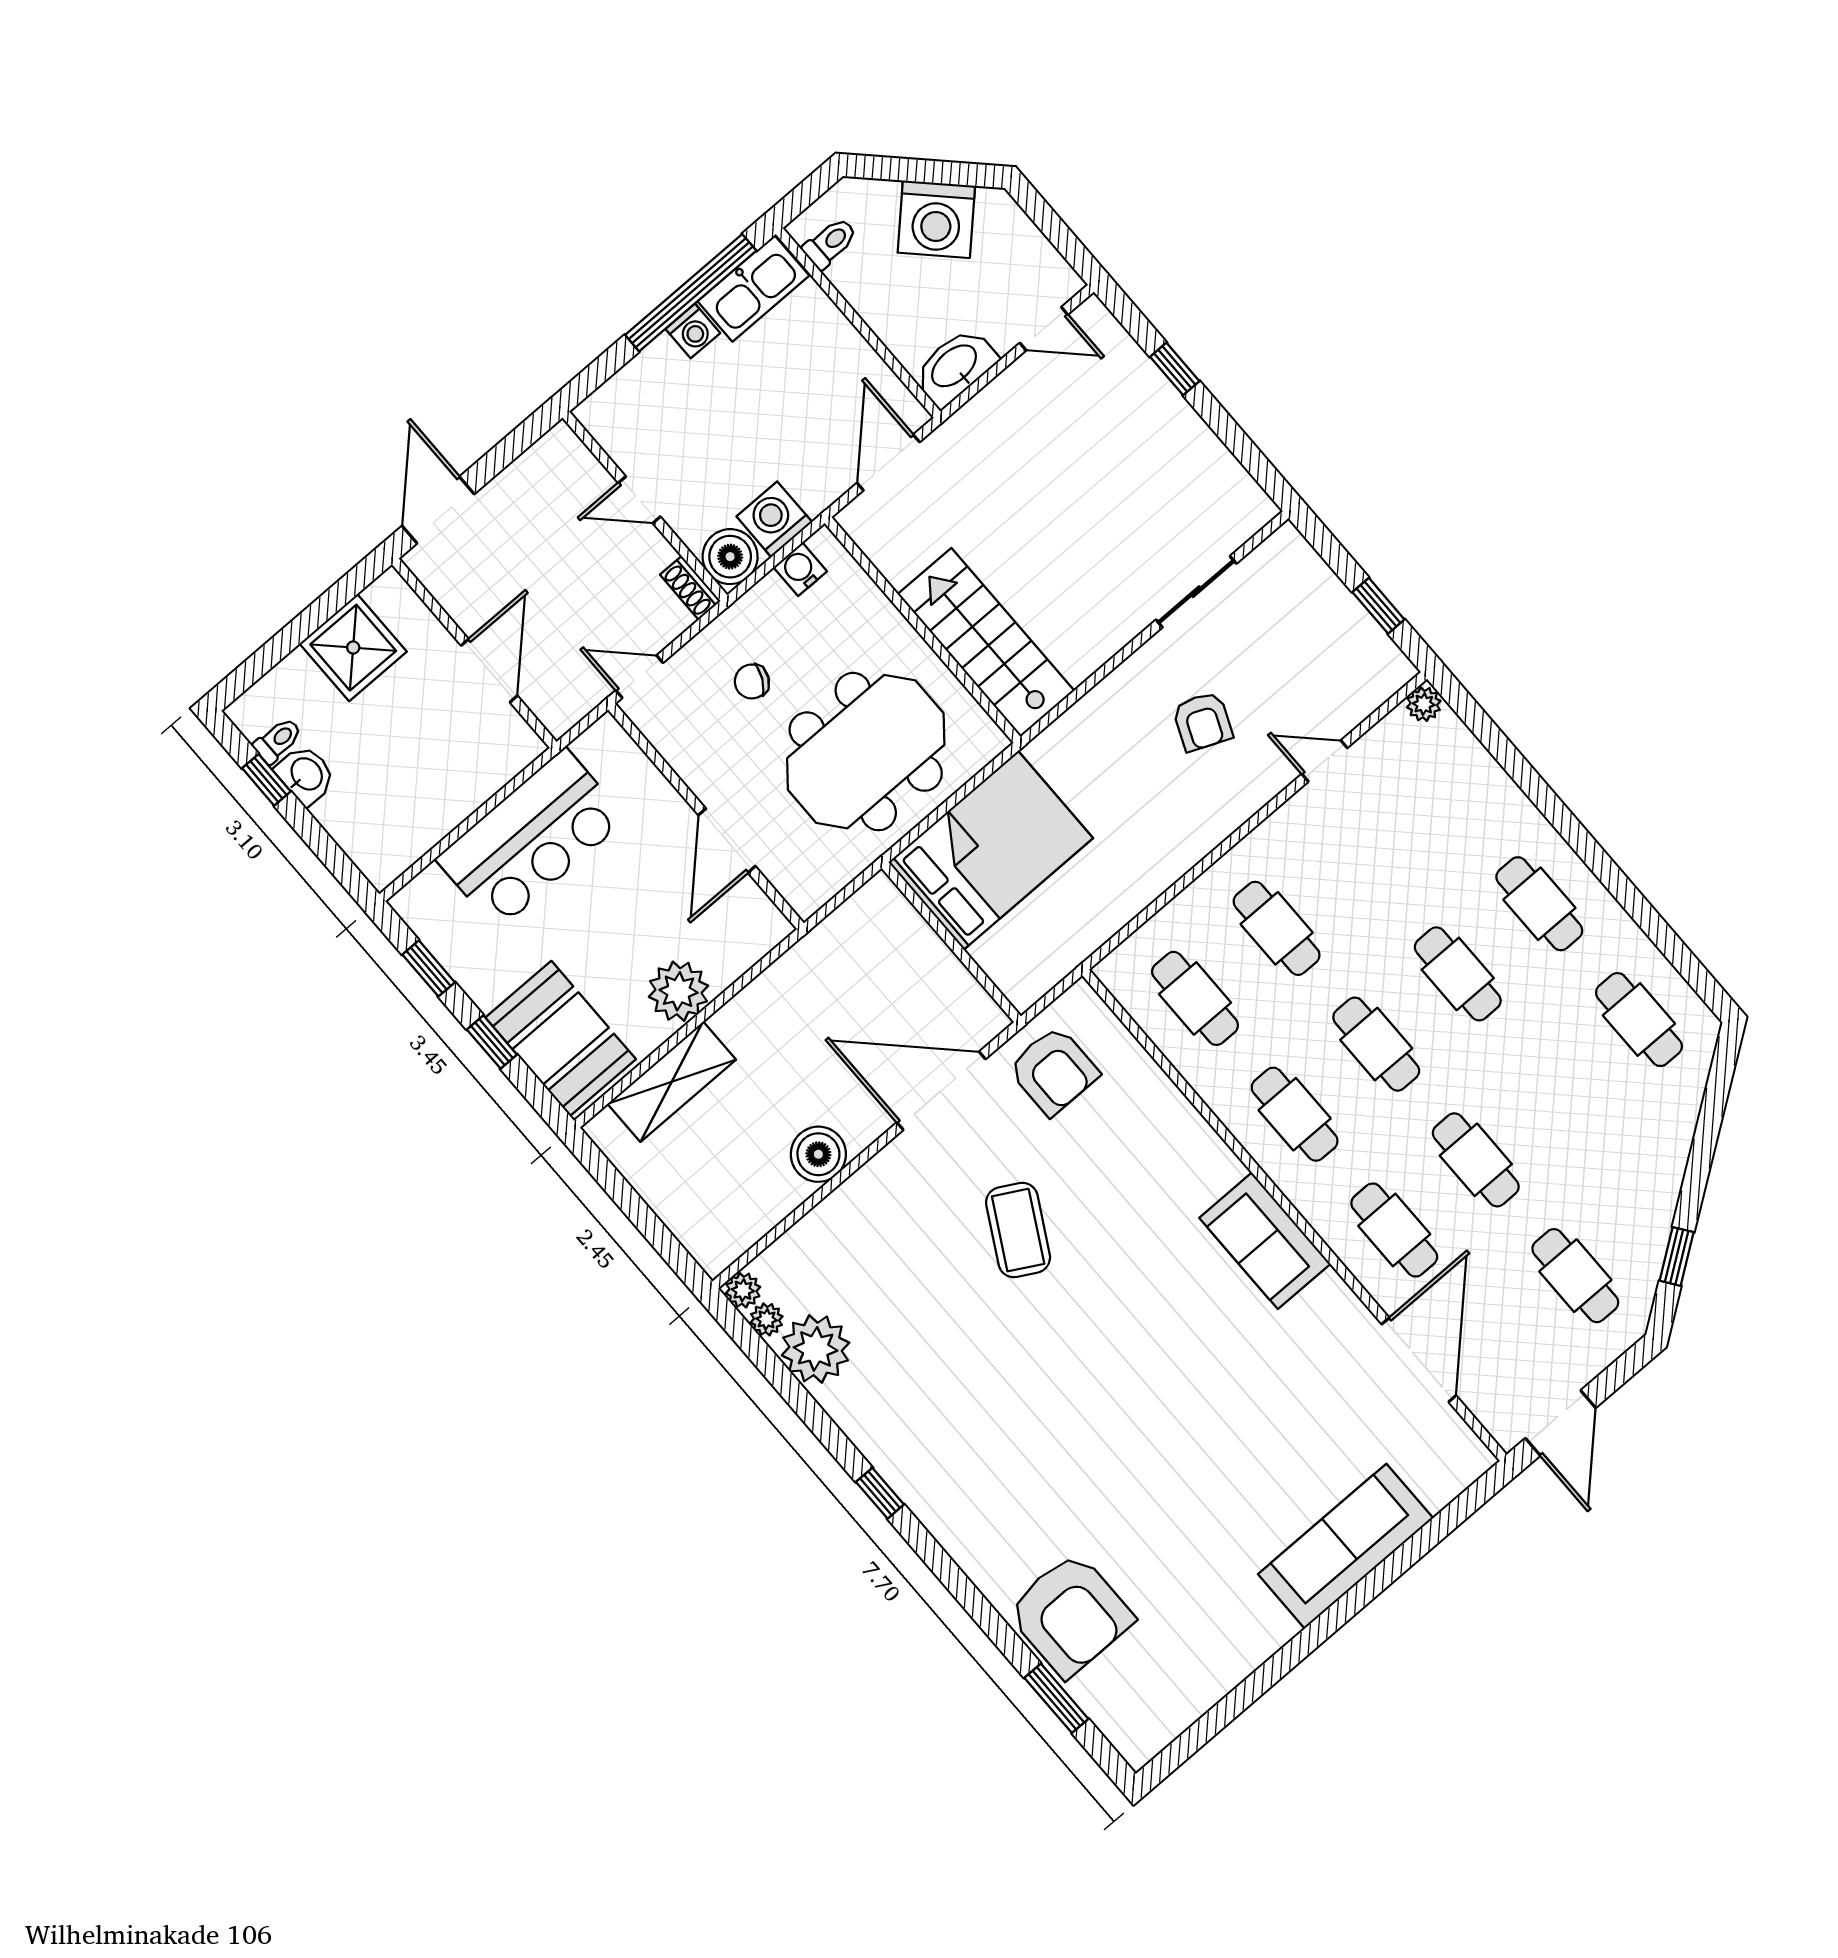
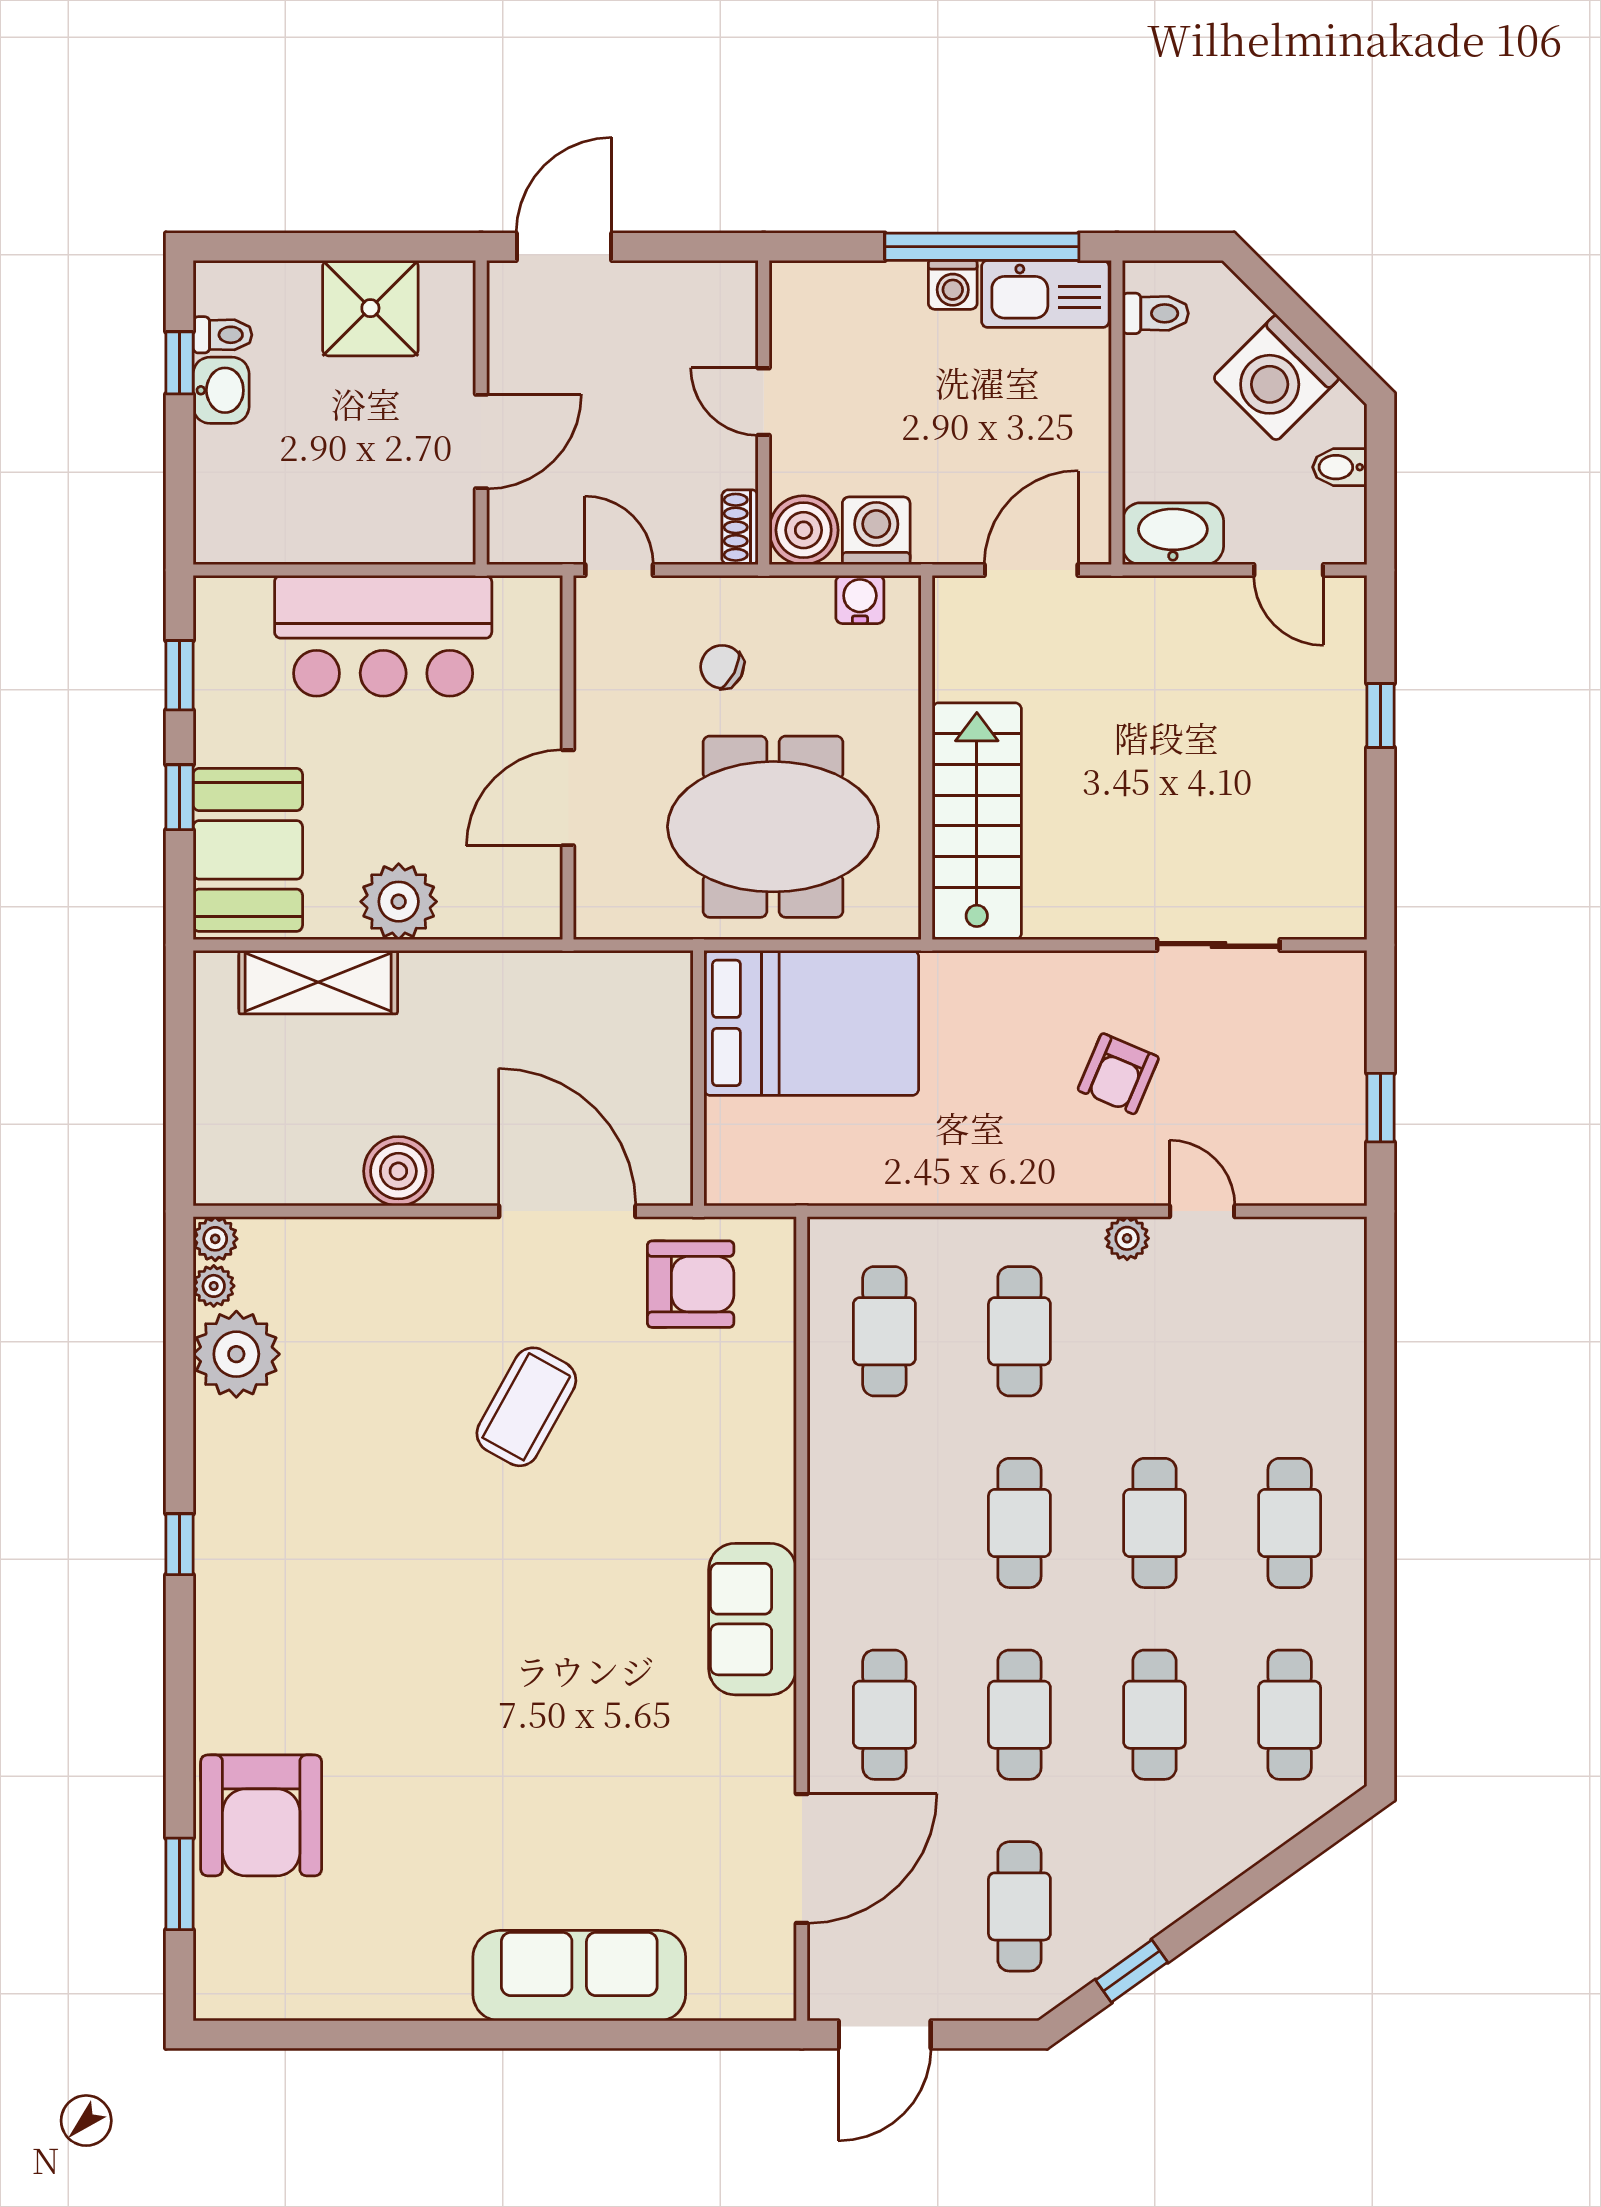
bidet: (1021, 240) -> (1340, 467), added
plant: (1424, 704) -> (1127, 1238), moved
armchair: (1054, 1071) -> (691, 1284), turned -90
cafe table: (1295, 1114) -> (1155, 1715), moved

